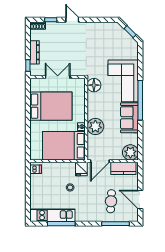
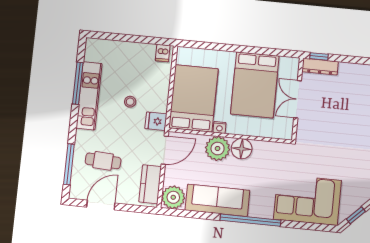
dresser: (35, 52) -> (320, 67), moved
double door: (58, 77) -> (298, 99), swing flipped
corner sofa: (123, 81) -> (307, 200), moved
floor lamp: (94, 85) -> (242, 149), moved
sofa: (129, 118) -> (217, 200), width x1.36
door: (100, 161) -> (165, 150), swing flipped
kitchen unit: (52, 215) -> (89, 96), moved

